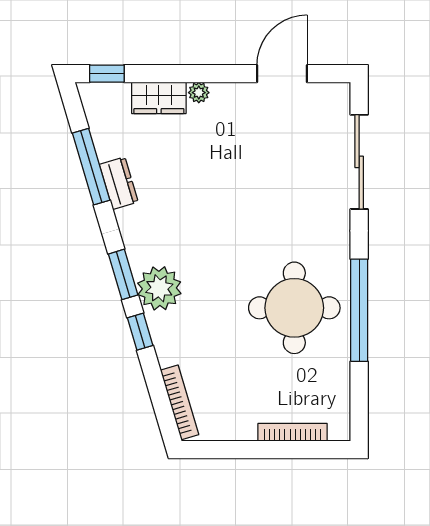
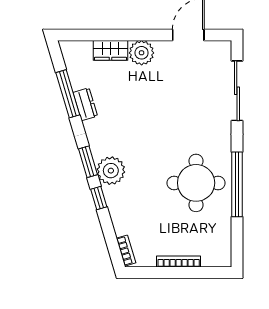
window: (107, 74) -> (78, 35), removed
plant: (199, 93) -> (142, 53), width x1.88, depth x1.88
bookcase: (180, 402) -> (126, 251), width x0.64
bookcase: (293, 432) -> (179, 262), moved

